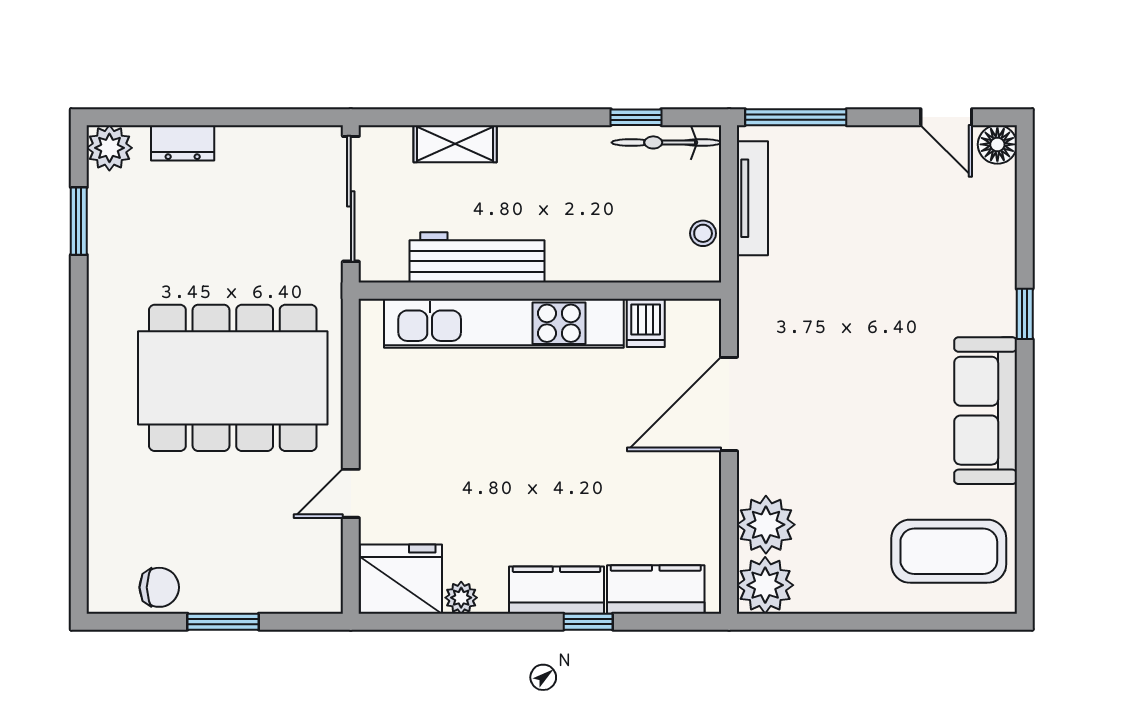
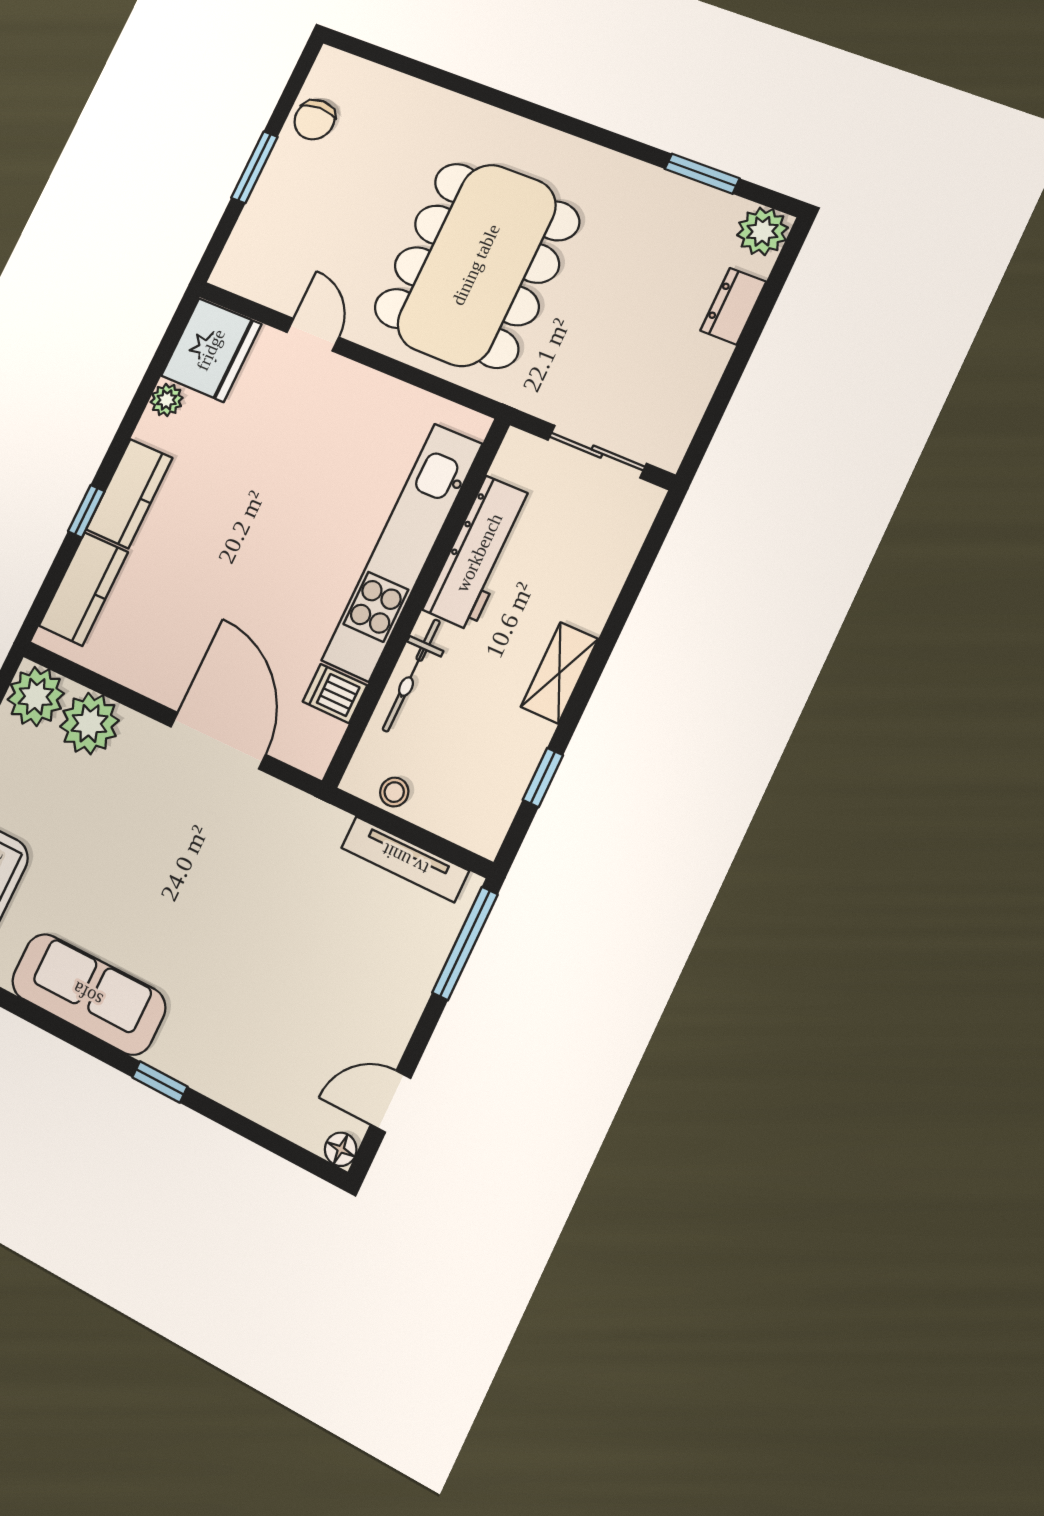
bicycle: (666, 142) -> (411, 675), moved, turned 180
shelving: (455, 144) -> (559, 673), moved
floor lamp: (997, 144) -> (341, 1149), width x0.73, depth x0.73
sliding door: (351, 199) -> (597, 452), width x0.73

